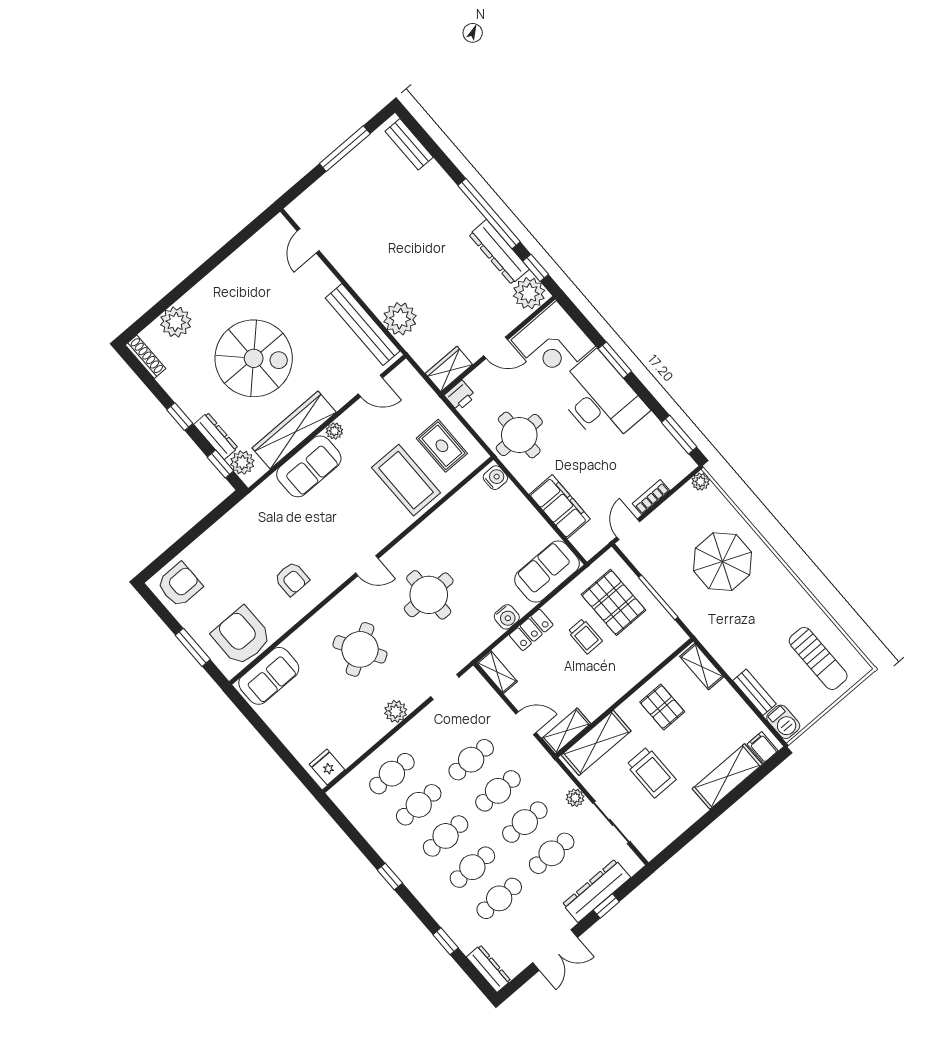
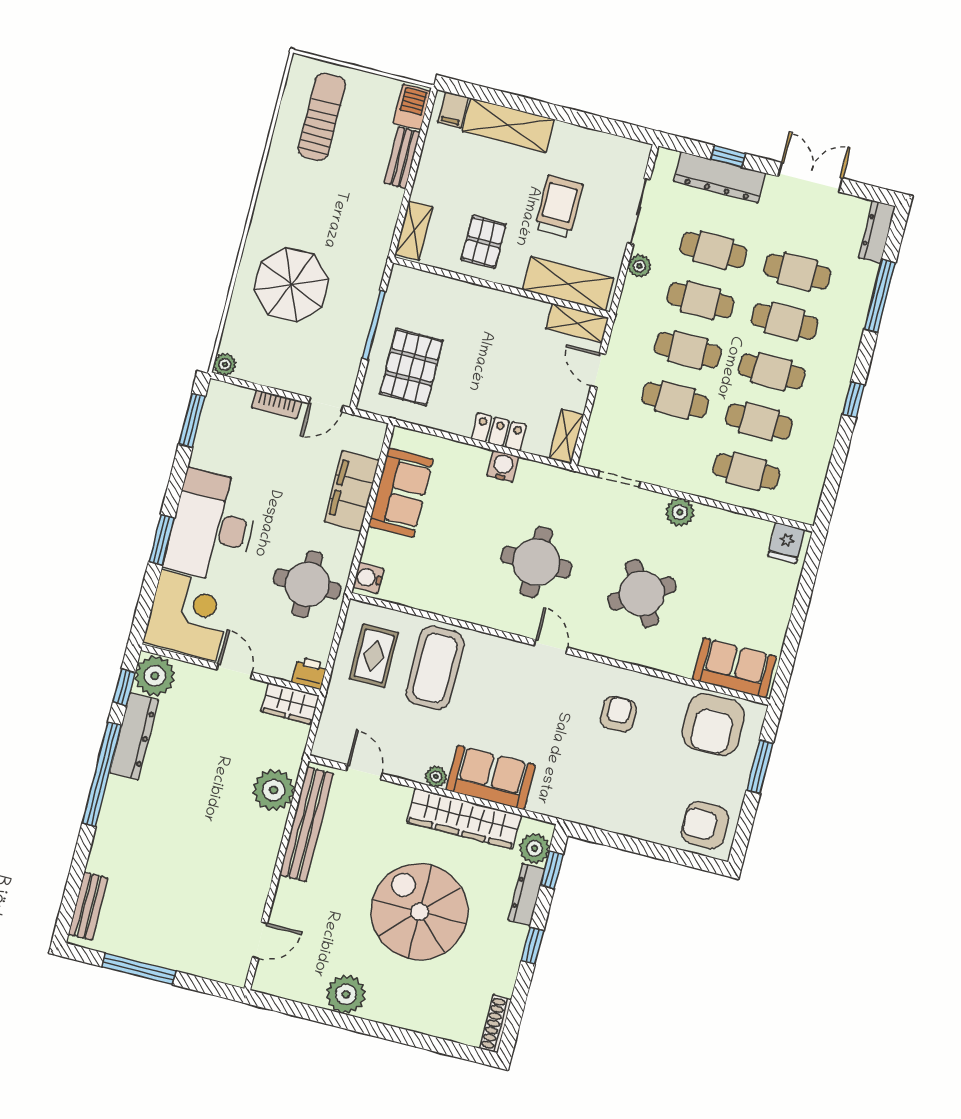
plant: (176, 322) -> (346, 994), moved
sofa: (547, 572) -> (401, 493), moved, turned -90
trolley: (585, 636) -> (467, 372), removed
window: (446, 941) -> (880, 296), width x2.17

